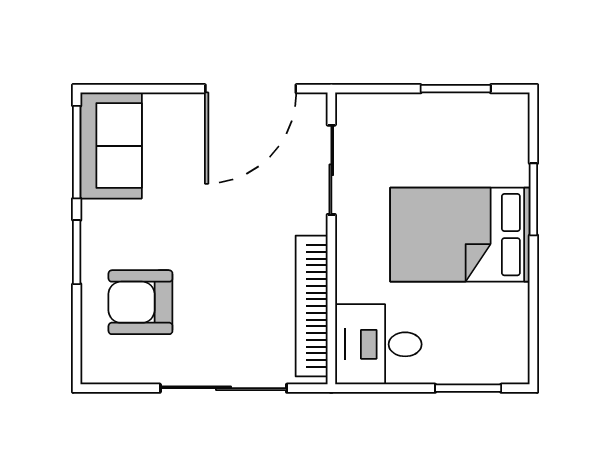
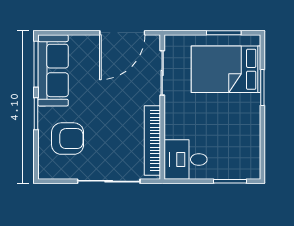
sofa: (111, 146) -> (53, 70), width x1.36
bed: (460, 235) -> (226, 69), moved
armchair: (140, 302) -> (68, 139), turned 180

